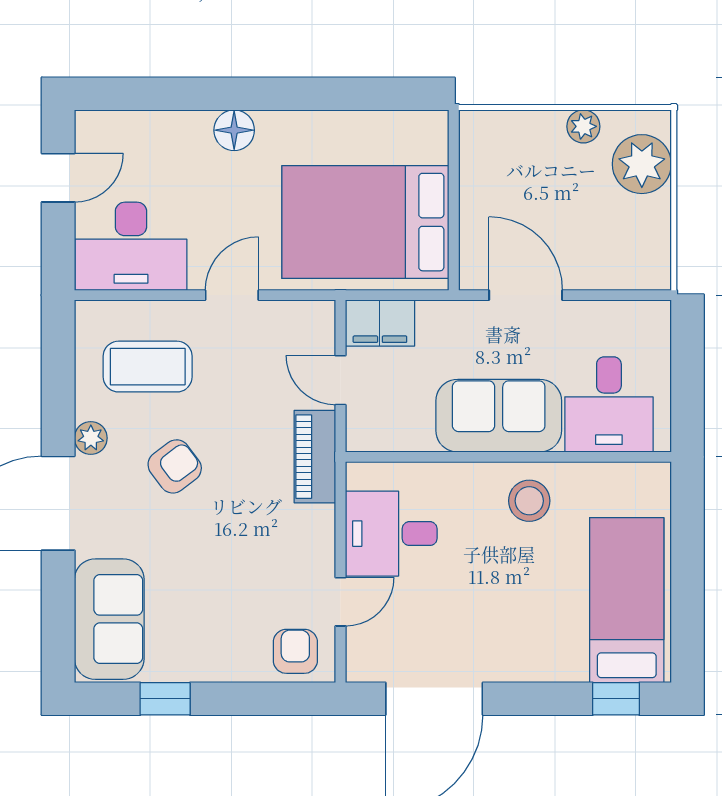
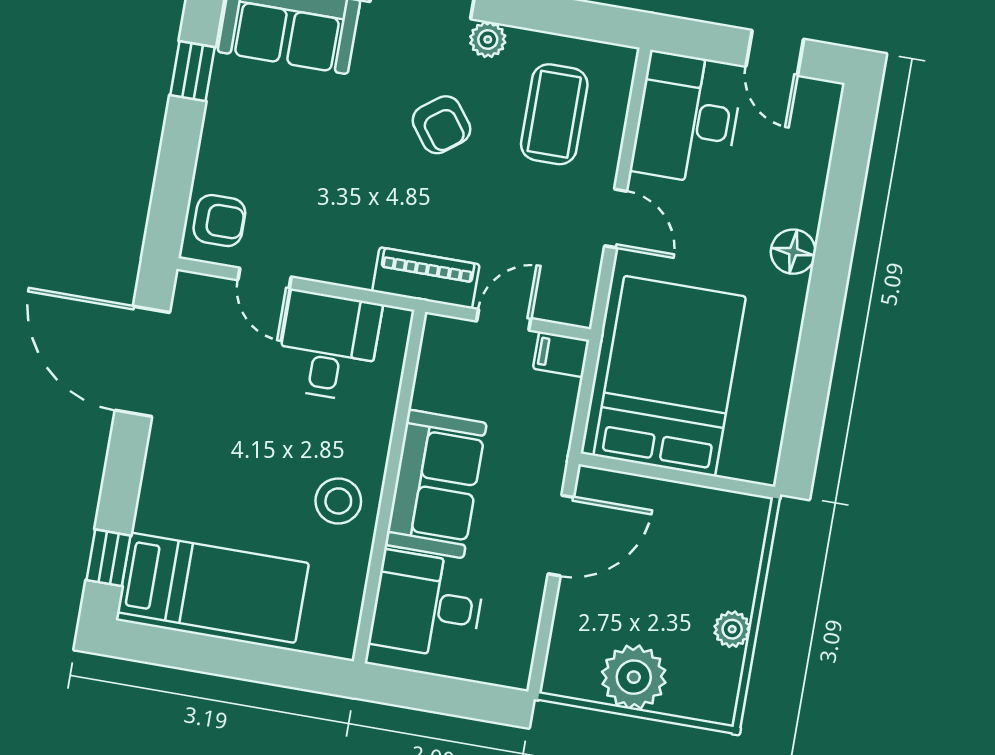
plant: (642, 164) -> (634, 677), moved
filing cabinet: (380, 323) -> (561, 354), width x0.50

